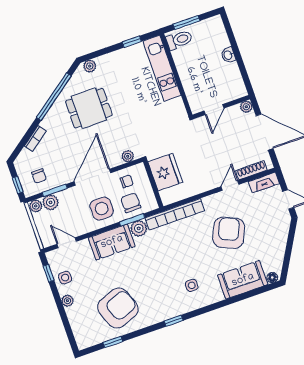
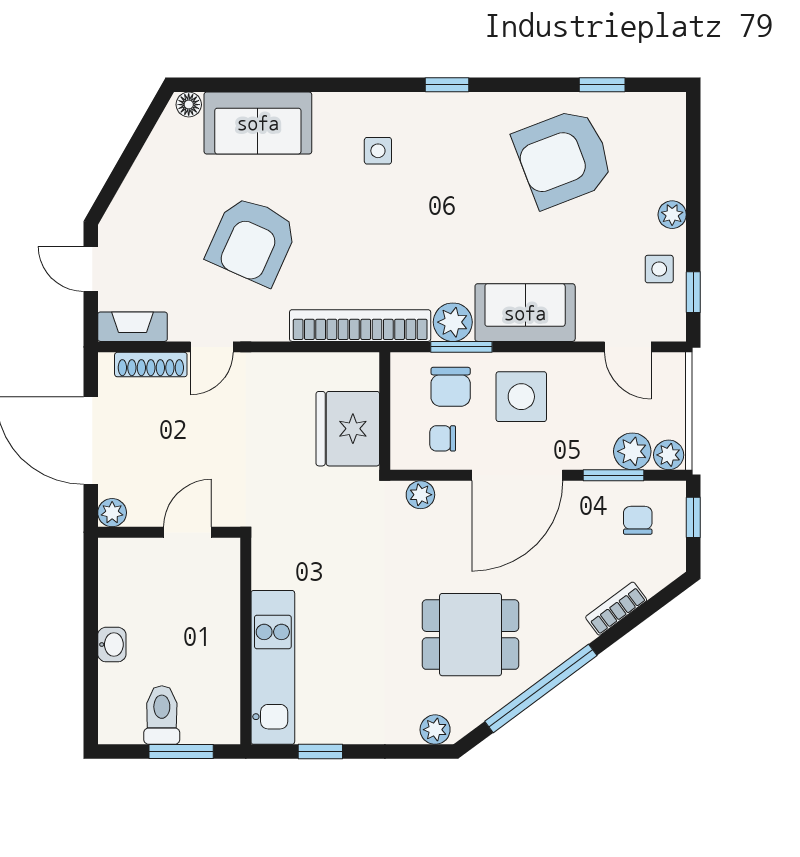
toilet: (179, 40) -> (162, 715), moved, turned 90

